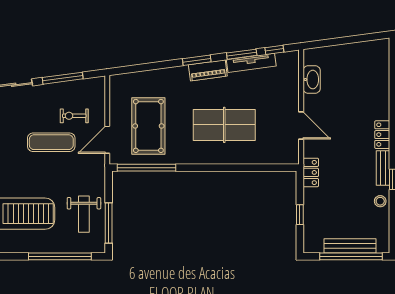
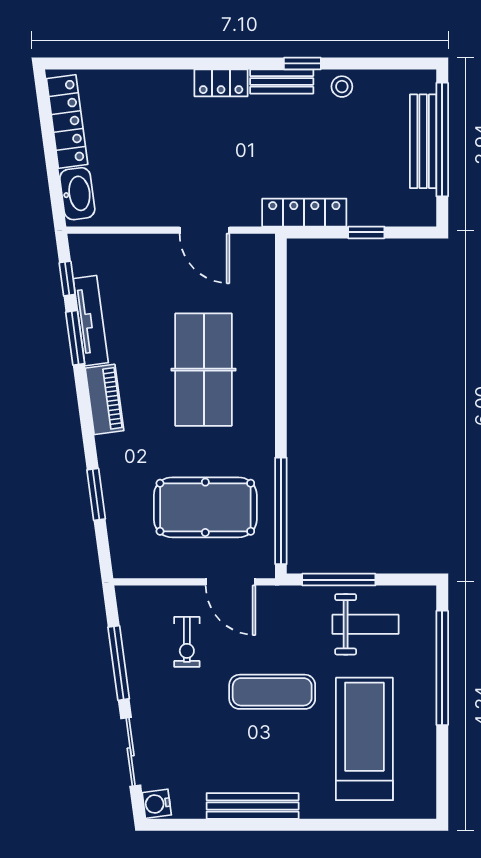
locker: (361, 50) -> (67, 122), added
window: (197, 60) -> (96, 494), moved
washbasin: (312, 80) -> (77, 194), moved, turned 82
door: (301, 125) -> (204, 230), swing flipped
exercise mat: (51, 142) -> (272, 692), moved, turned 90
locker: (311, 172) -> (304, 213), width x1.53
window: (109, 223) -> (339, 580), moved

